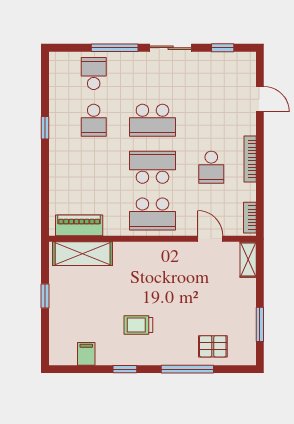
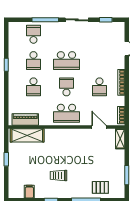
school desk: (94, 167) -> (33, 87), added
school desk: (152, 167) -> (66, 87), width x0.54

